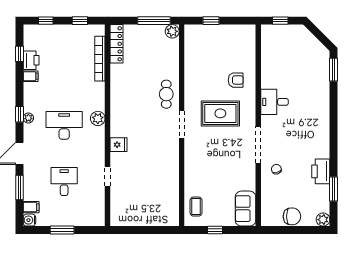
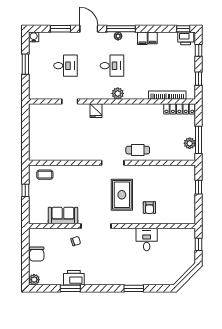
plant: (172, 31) -> (190, 143), moved
window: (19, 54) -> (183, 29), moved
printer: (31, 60) -> (186, 38), moved
window: (334, 70) -> (134, 288), moved
desk: (274, 102) -> (147, 240), moved
window: (19, 114) -> (121, 29), width x2.17
desk: (64, 125) -> (112, 66), width x0.73
window: (334, 189) -> (70, 288), moved
filing cabinet: (31, 207) -> (142, 38), moved
sofa: (245, 209) -> (63, 216), moved

